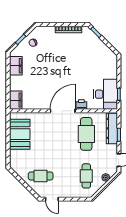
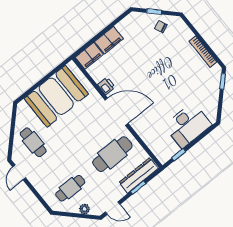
filing cabinet: (16, 66) -> (109, 40), moved
desk: (105, 94) -> (188, 125), moved
printer: (81, 104) -> (106, 86), moved
booth: (20, 134) -> (56, 96), width x1.36, depth x1.42

